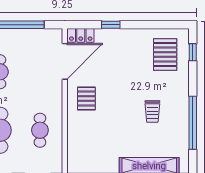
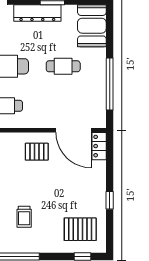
window: (111, 25) -> (110, 200), moved
trolley: (152, 111) -> (24, 217), turned -90

